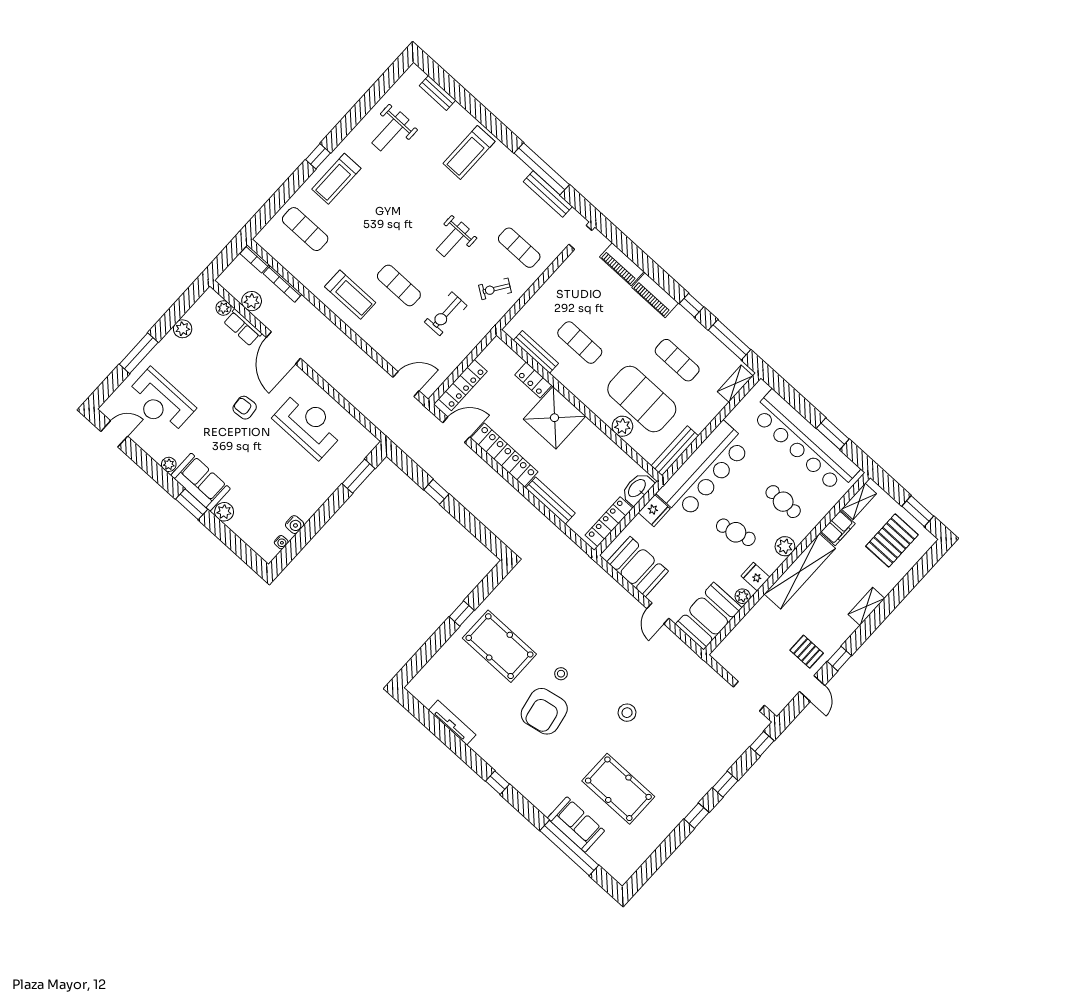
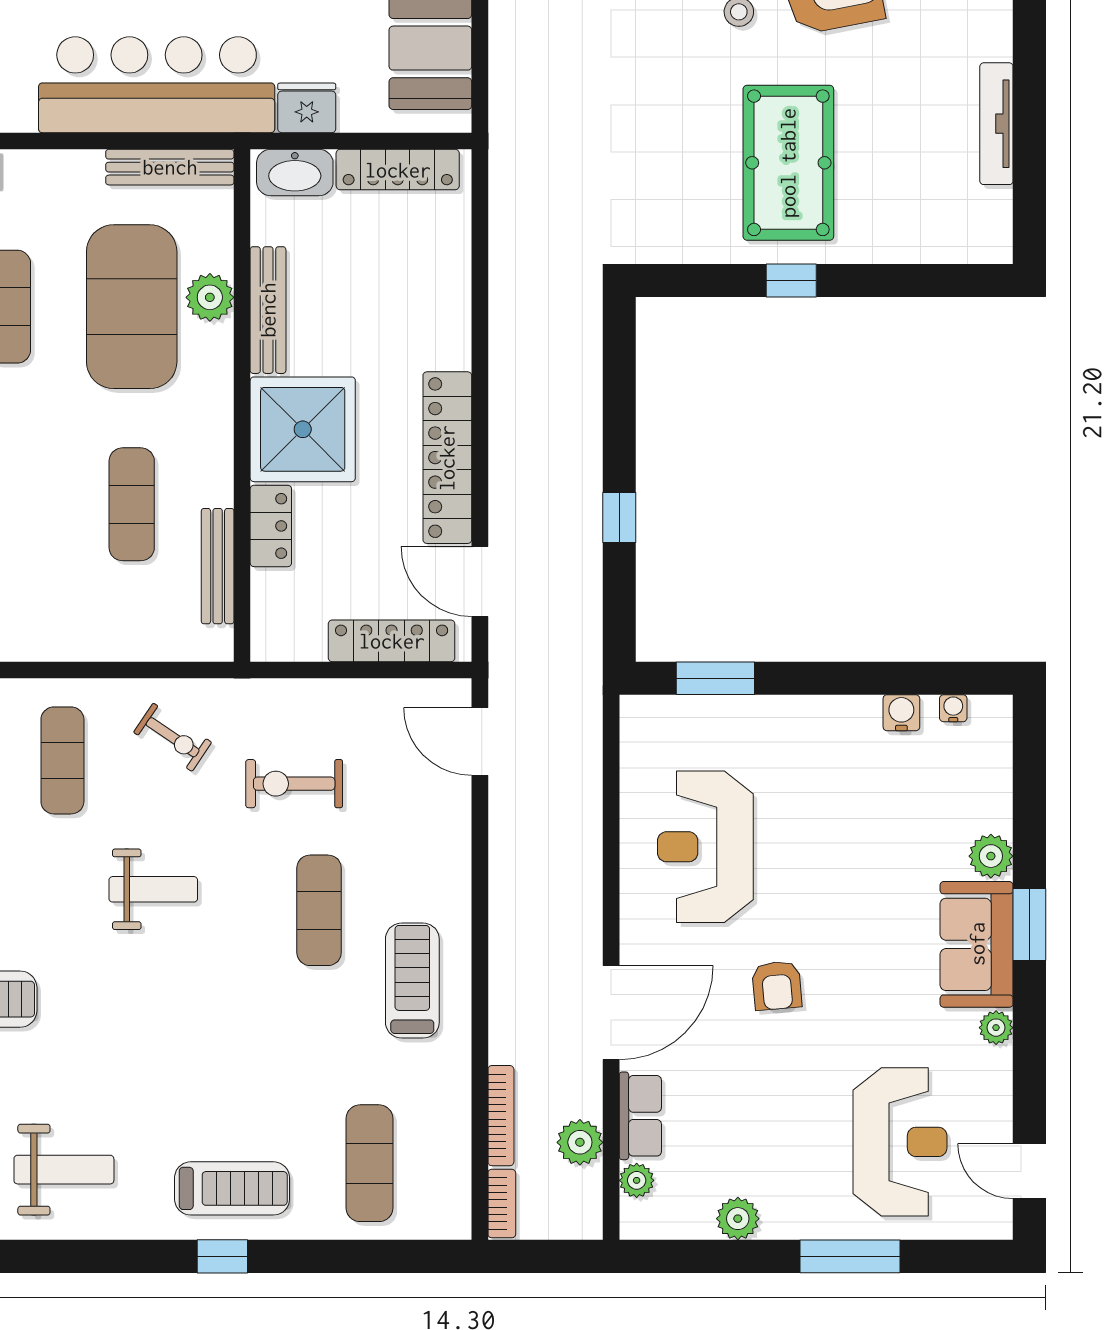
exercise bike: (446, 314) -> (294, 784), turned 180
bench: (550, 501) -> (268, 310), moved

